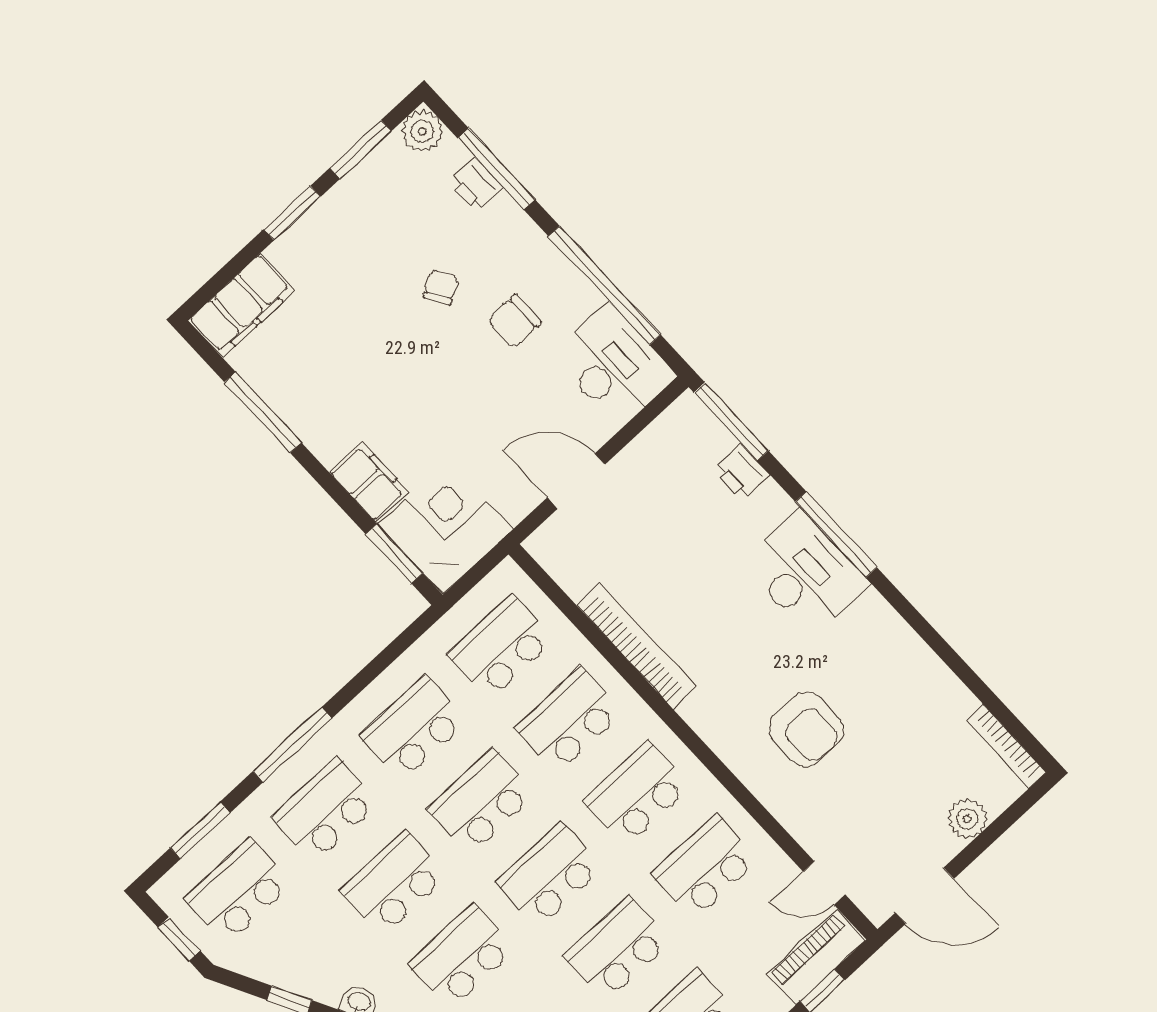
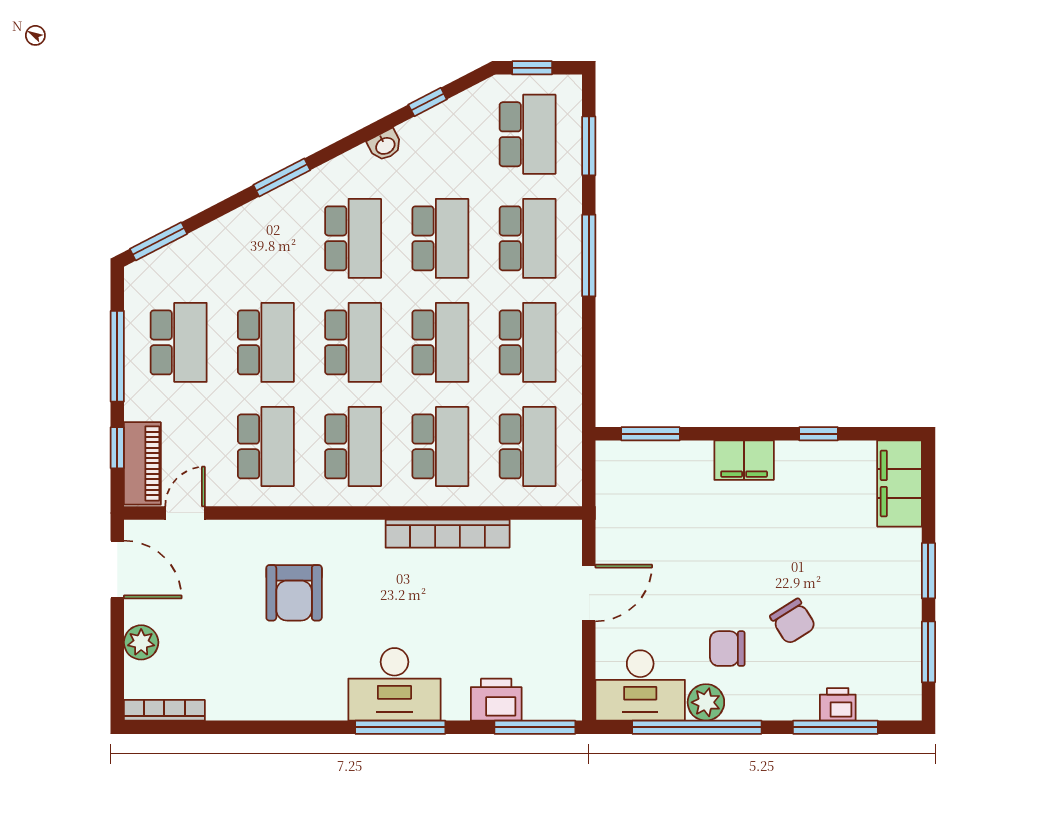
plant: (422, 131) -> (706, 702), moved
chair: (441, 287) -> (793, 621), width x1.37, depth x1.37
chair: (515, 321) -> (727, 649), turned -90
window: (263, 412) -> (819, 434), width x0.46
printer: (742, 472) -> (496, 700), width x1.36, depth x1.24
filing cabinet: (369, 482) -> (744, 460), moved
corner desk: (445, 527) -> (637, 482), removed
armchair: (806, 729) -> (294, 593), turned -90
door: (925, 896) -> (117, 570), swing flipped

